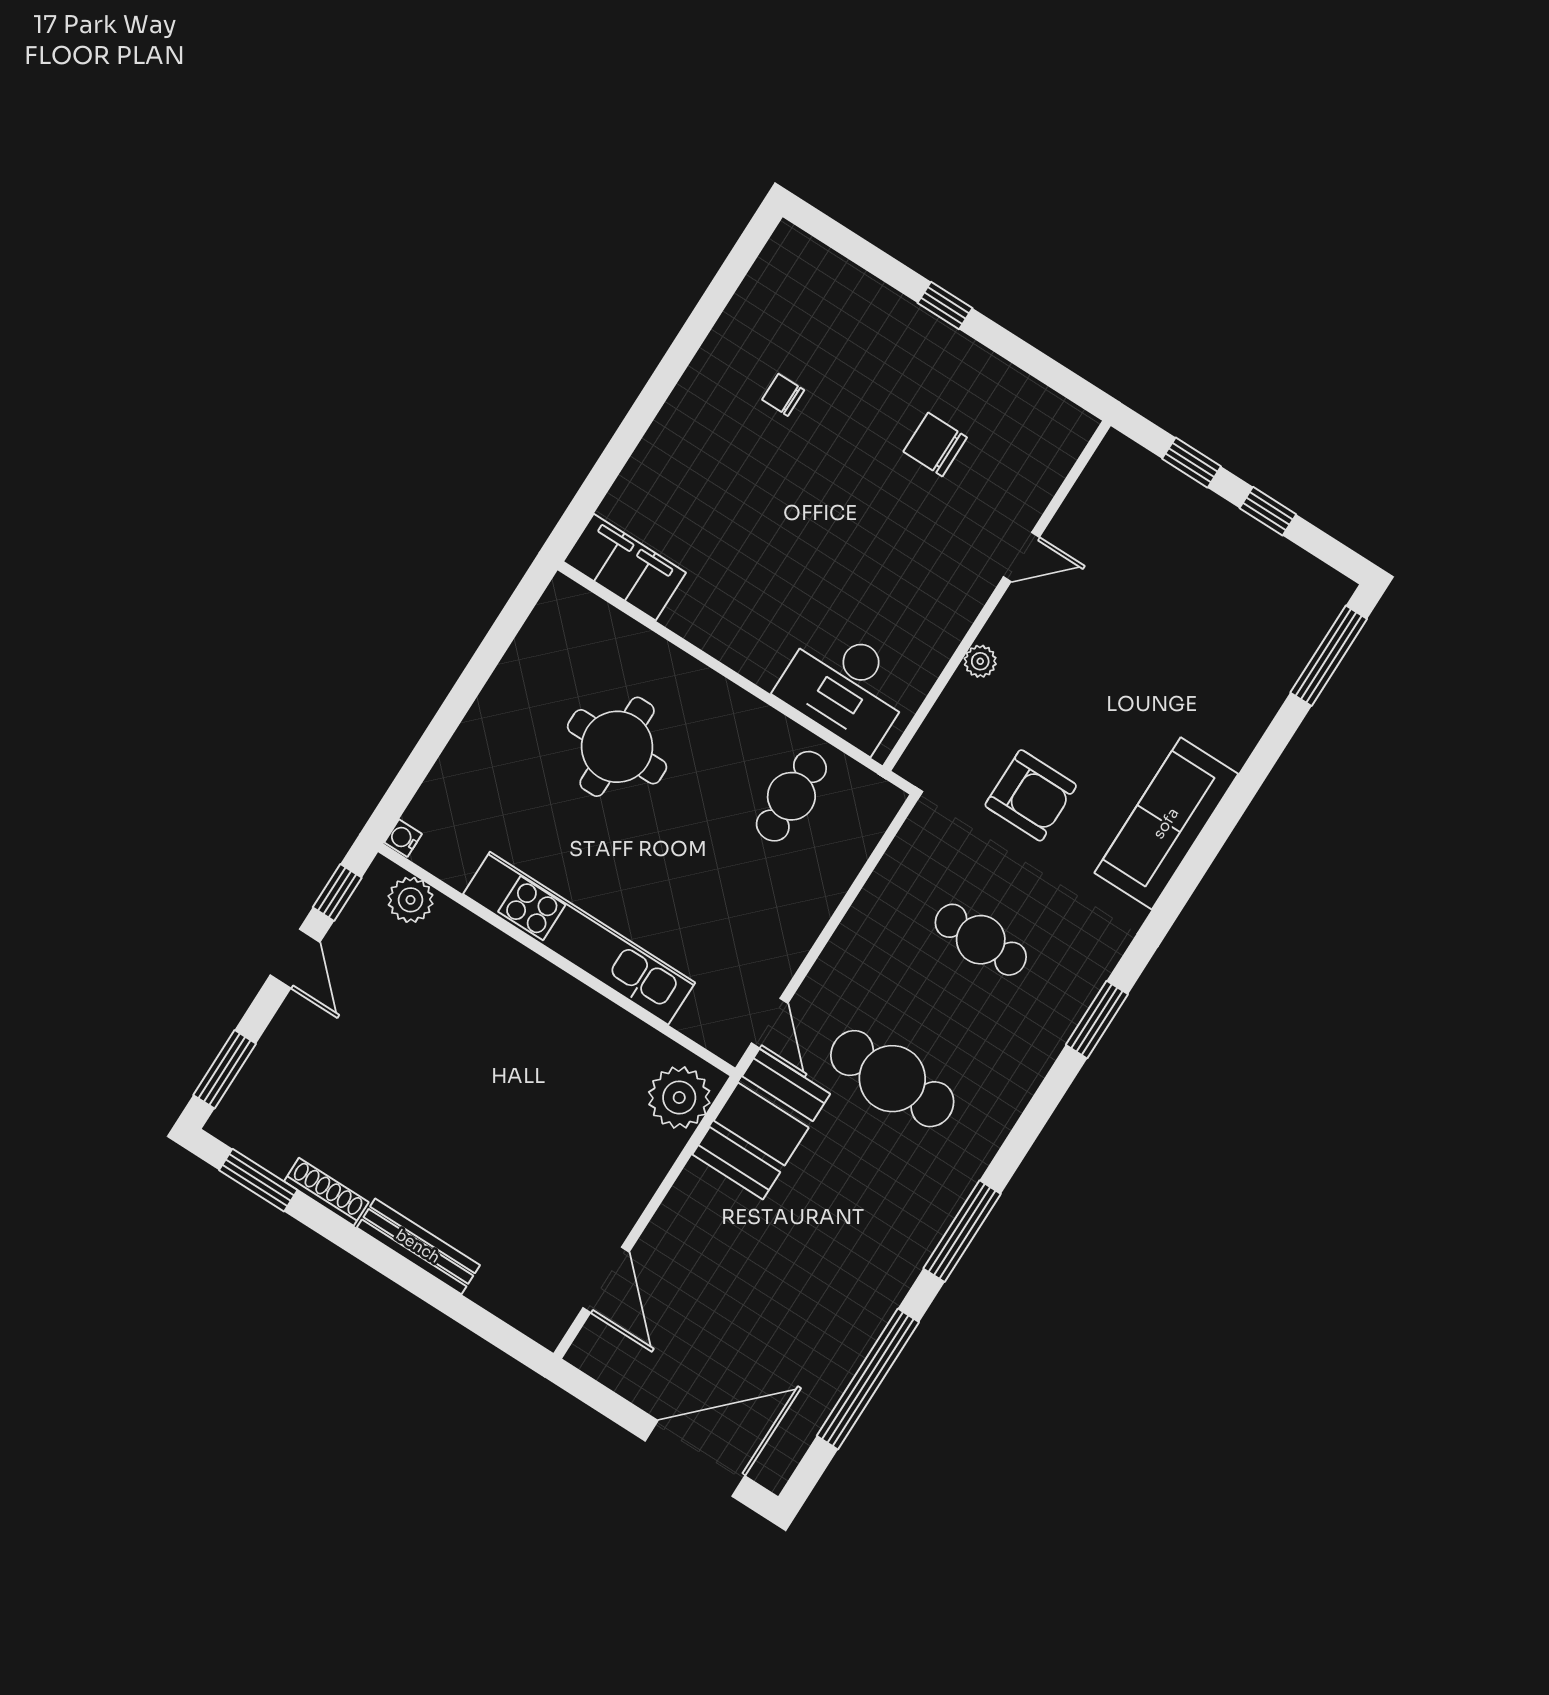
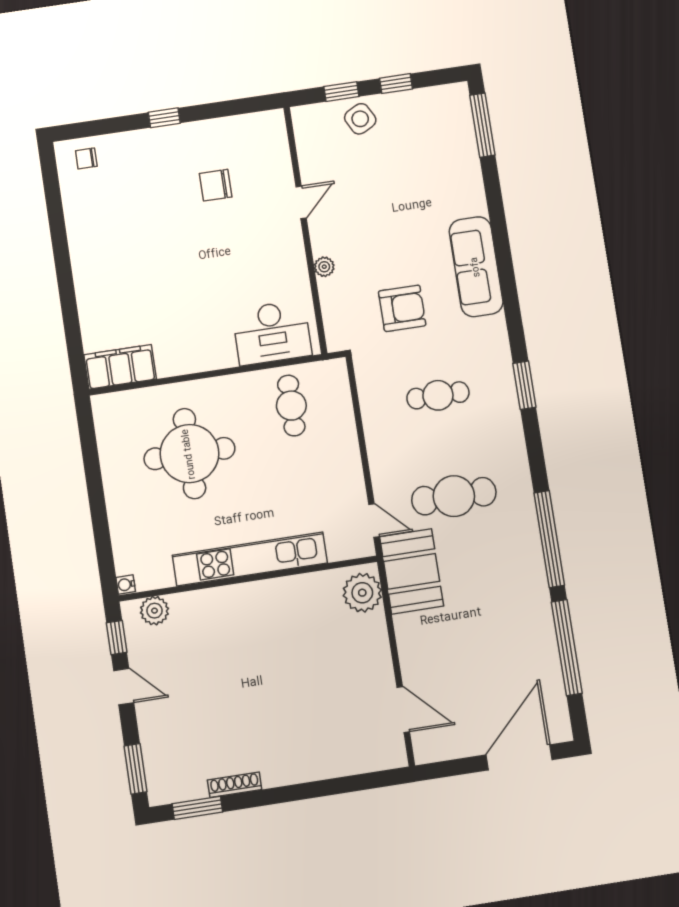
chair: (783, 395) -> (86, 158), moved
side table: (1185, 517) -> (360, 119), added
round table: (617, 747) -> (189, 454), width x1.36, depth x1.36
window: (962, 1231) -> (549, 539), width x1.46
bench: (418, 1246) -> (301, 772), removed

